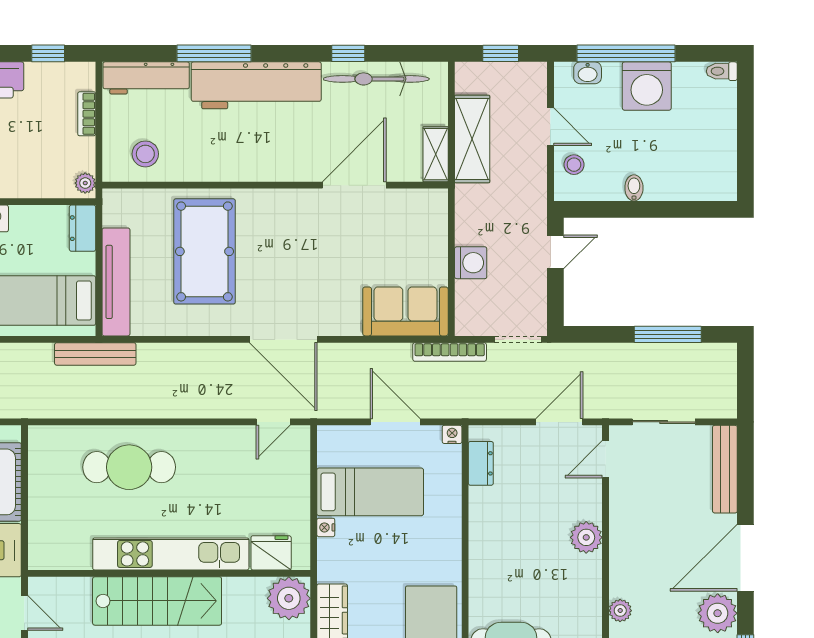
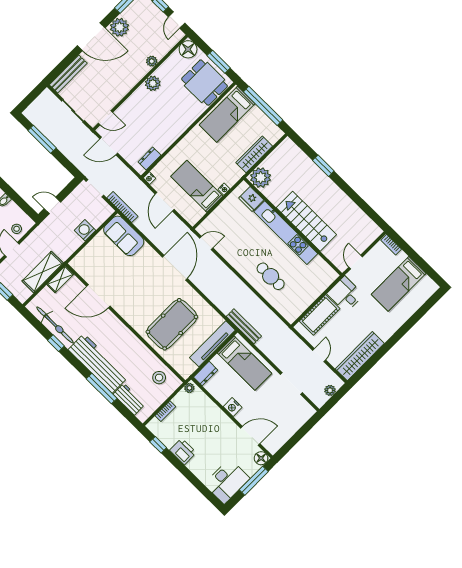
workbench: (146, 78) -> (129, 399), width x0.73
cafe table: (129, 467) -> (271, 276), width x0.73, depth x0.74
plant: (586, 537) -> (153, 83), moved

